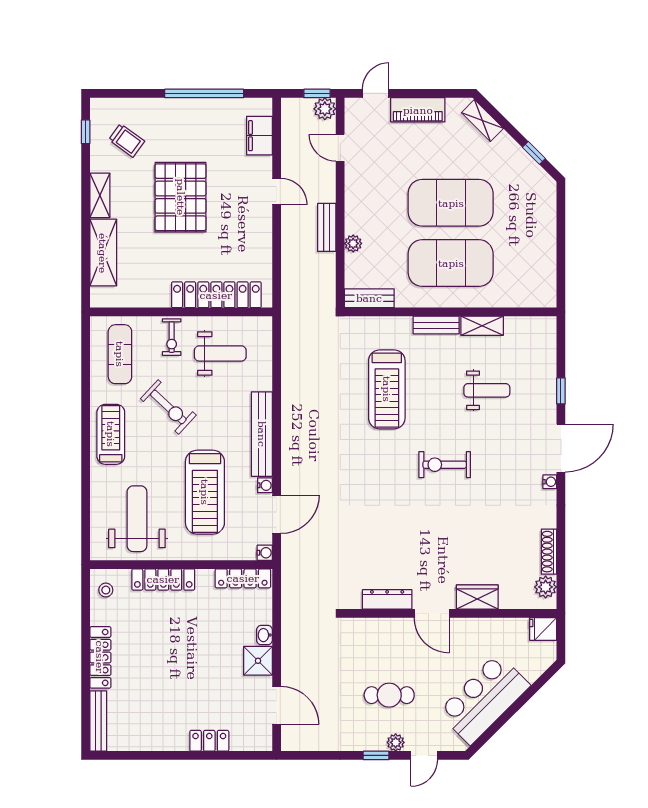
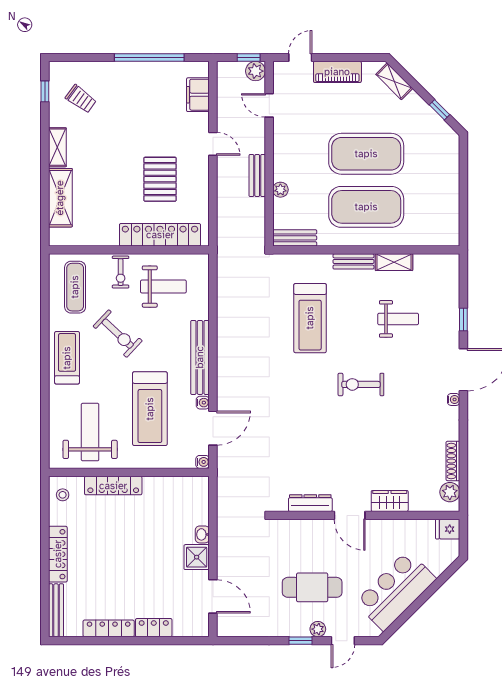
pallet: (181, 197) -> (160, 179), moved, width x0.73, depth x0.71
locker: (243, 578) -> (109, 628), moved, turned 180
cafe table: (389, 695) -> (312, 587), width x1.37, depth x1.35

